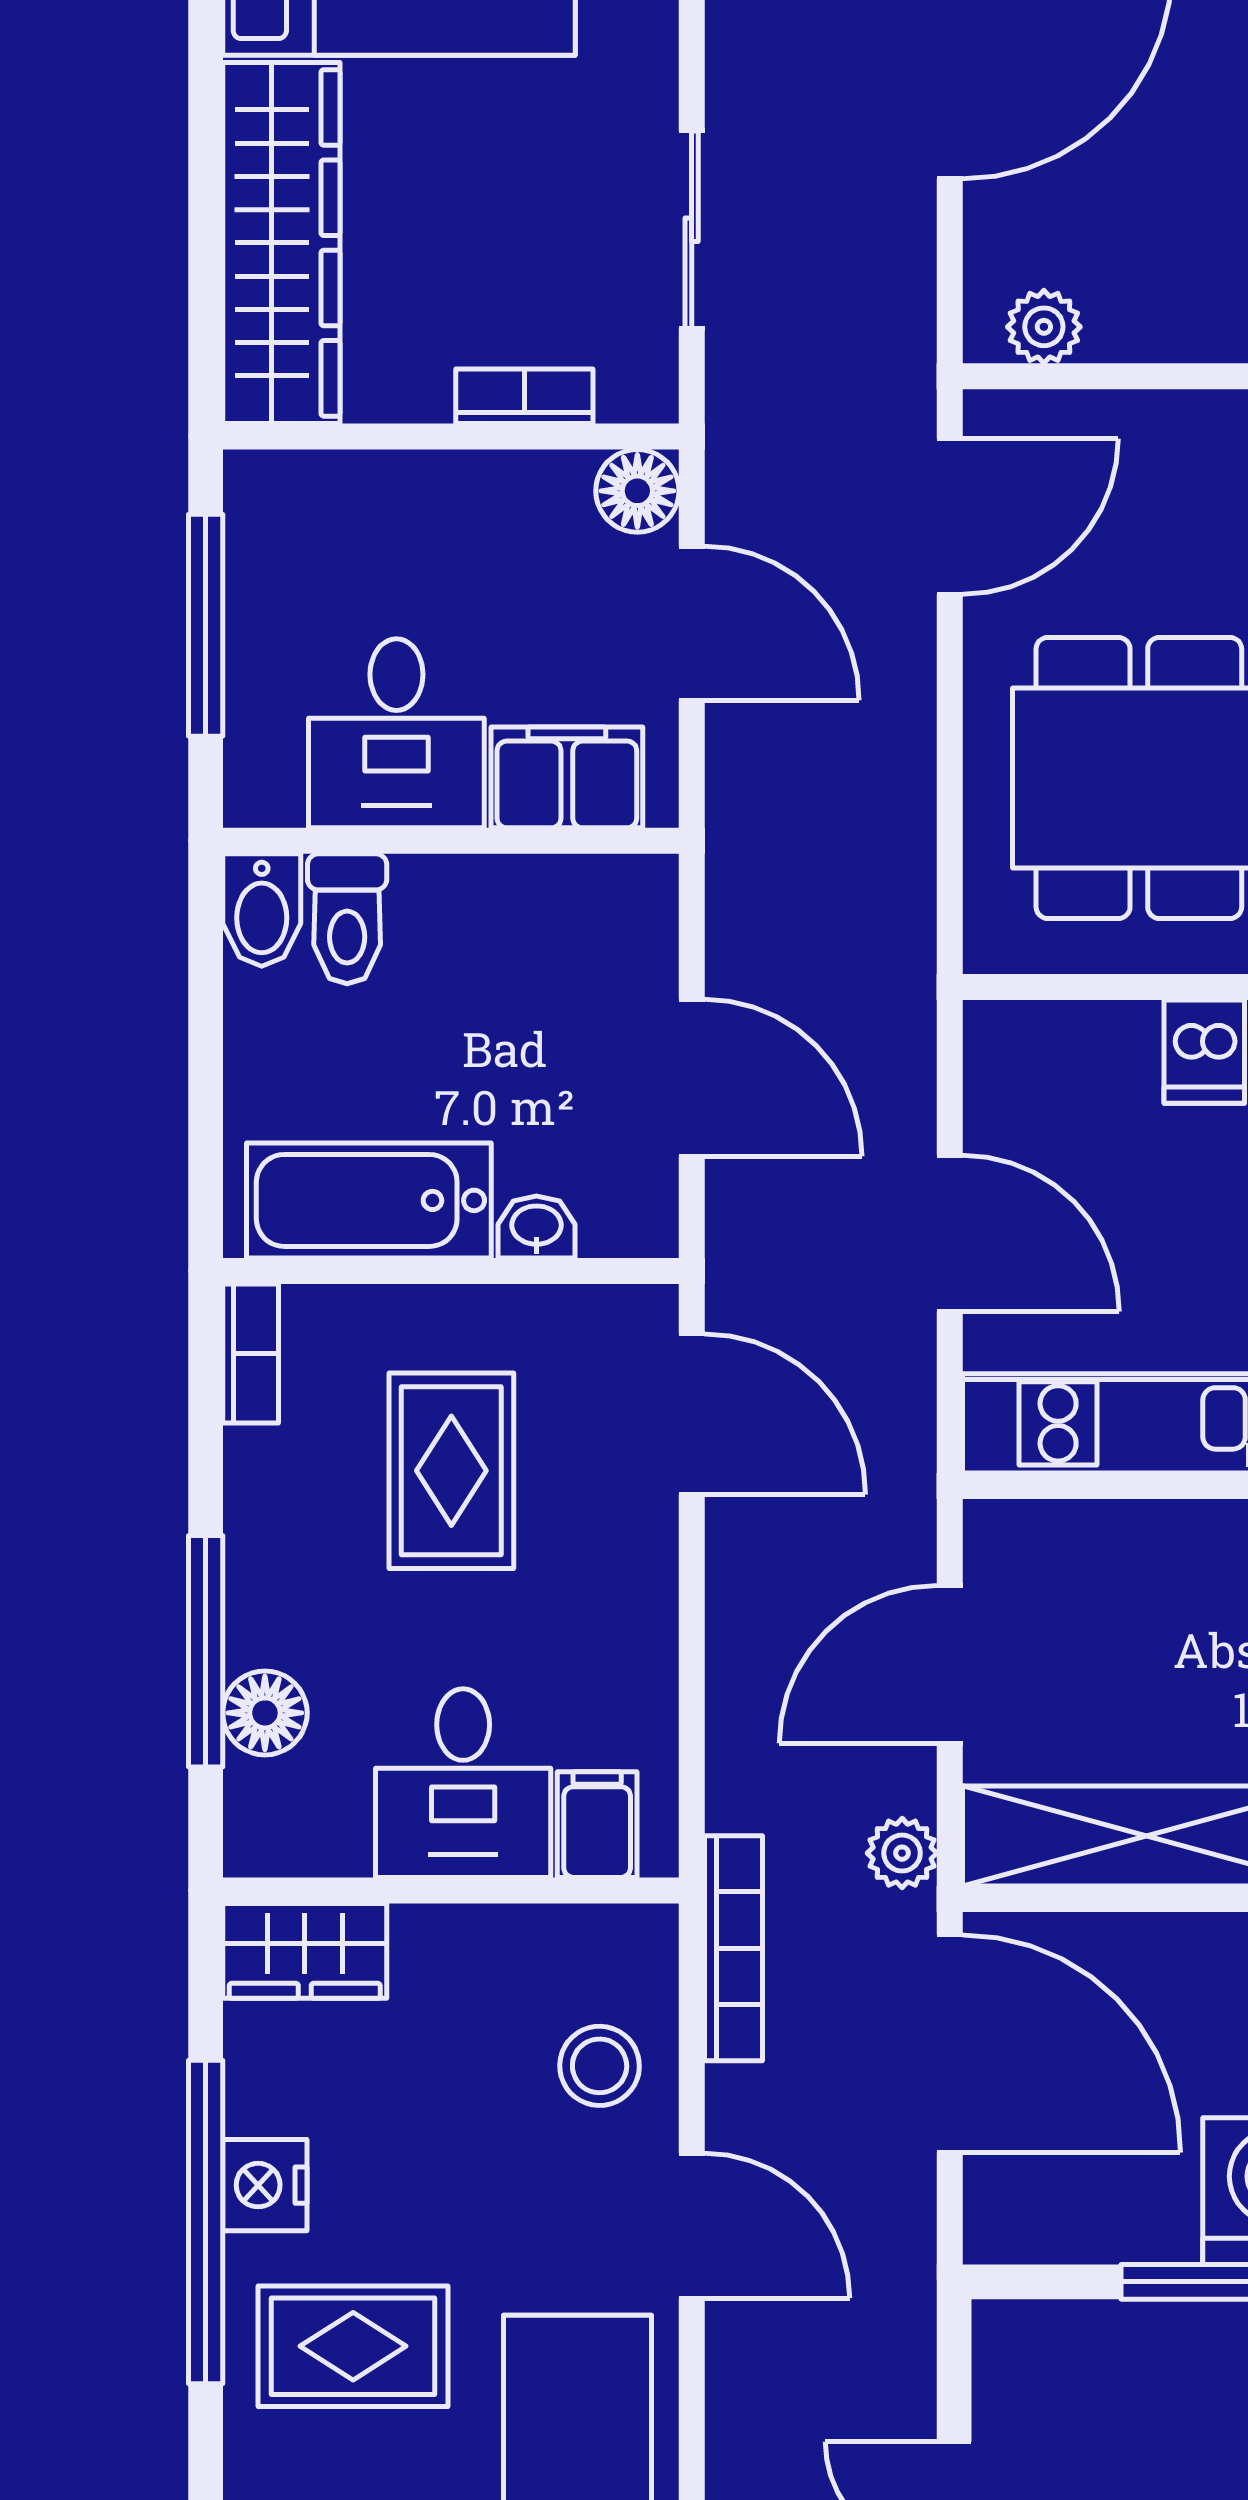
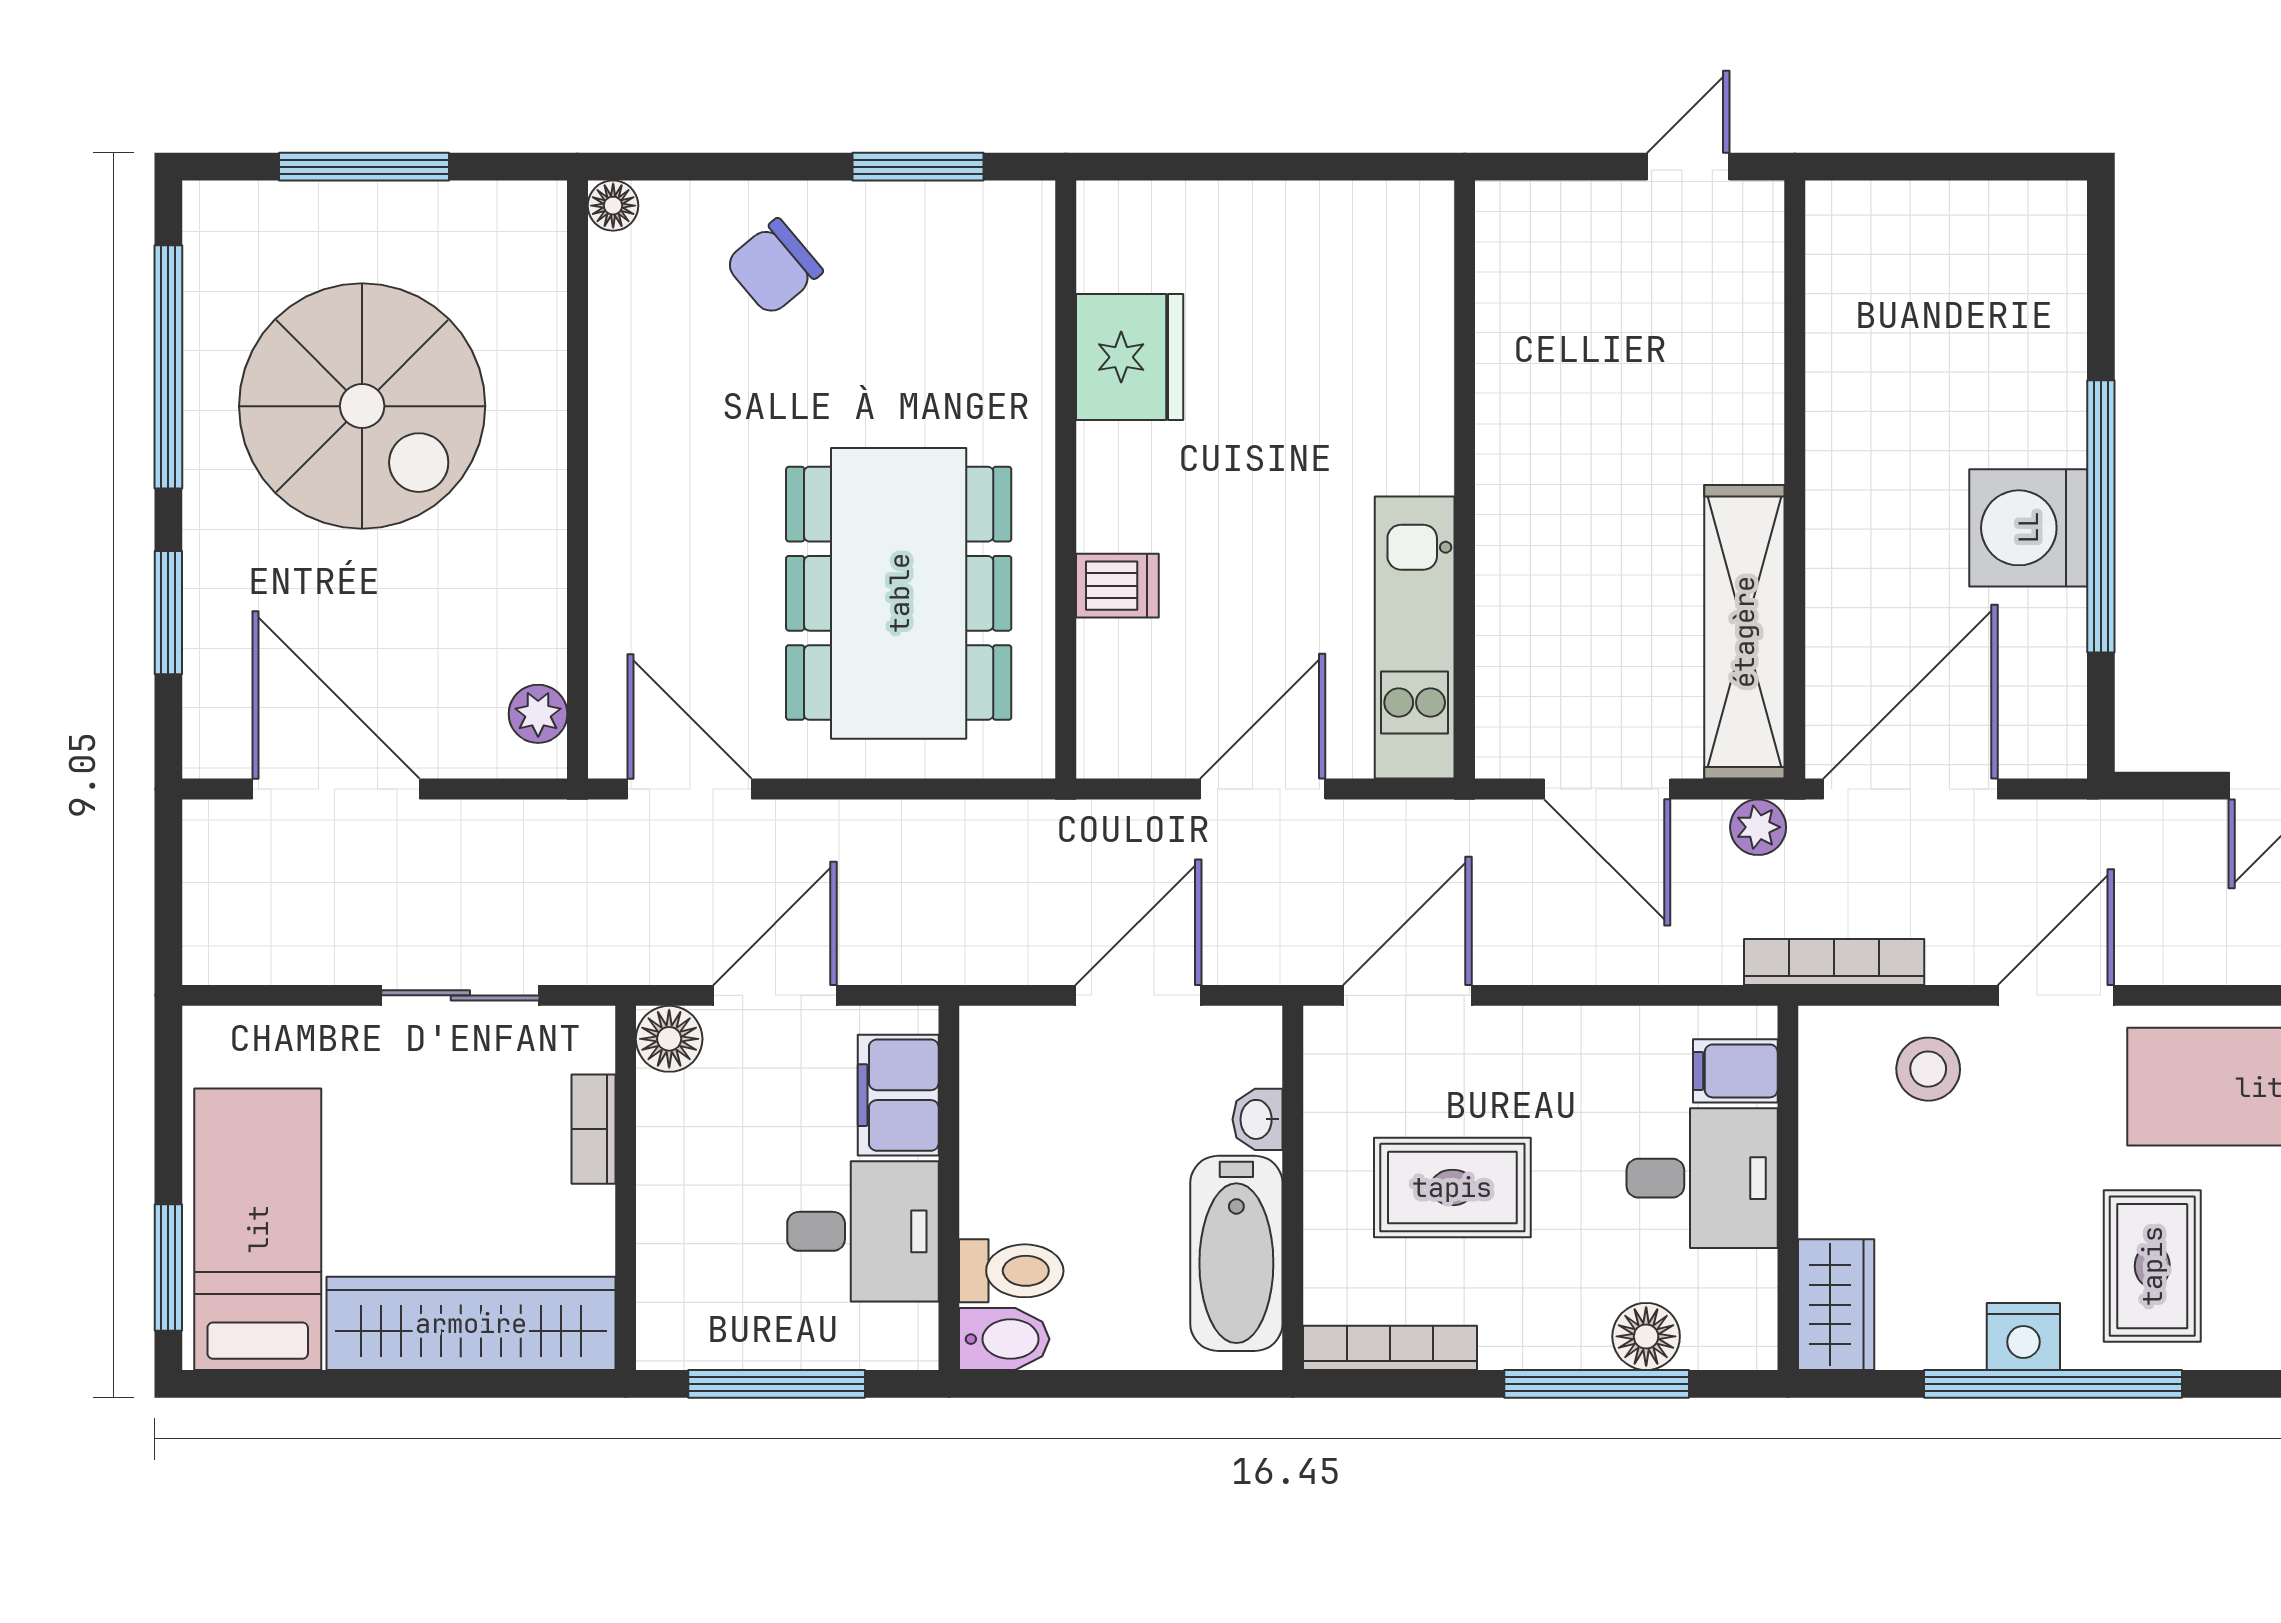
bookcase: (251, 1353) -> (1390, 1348), width x1.56

